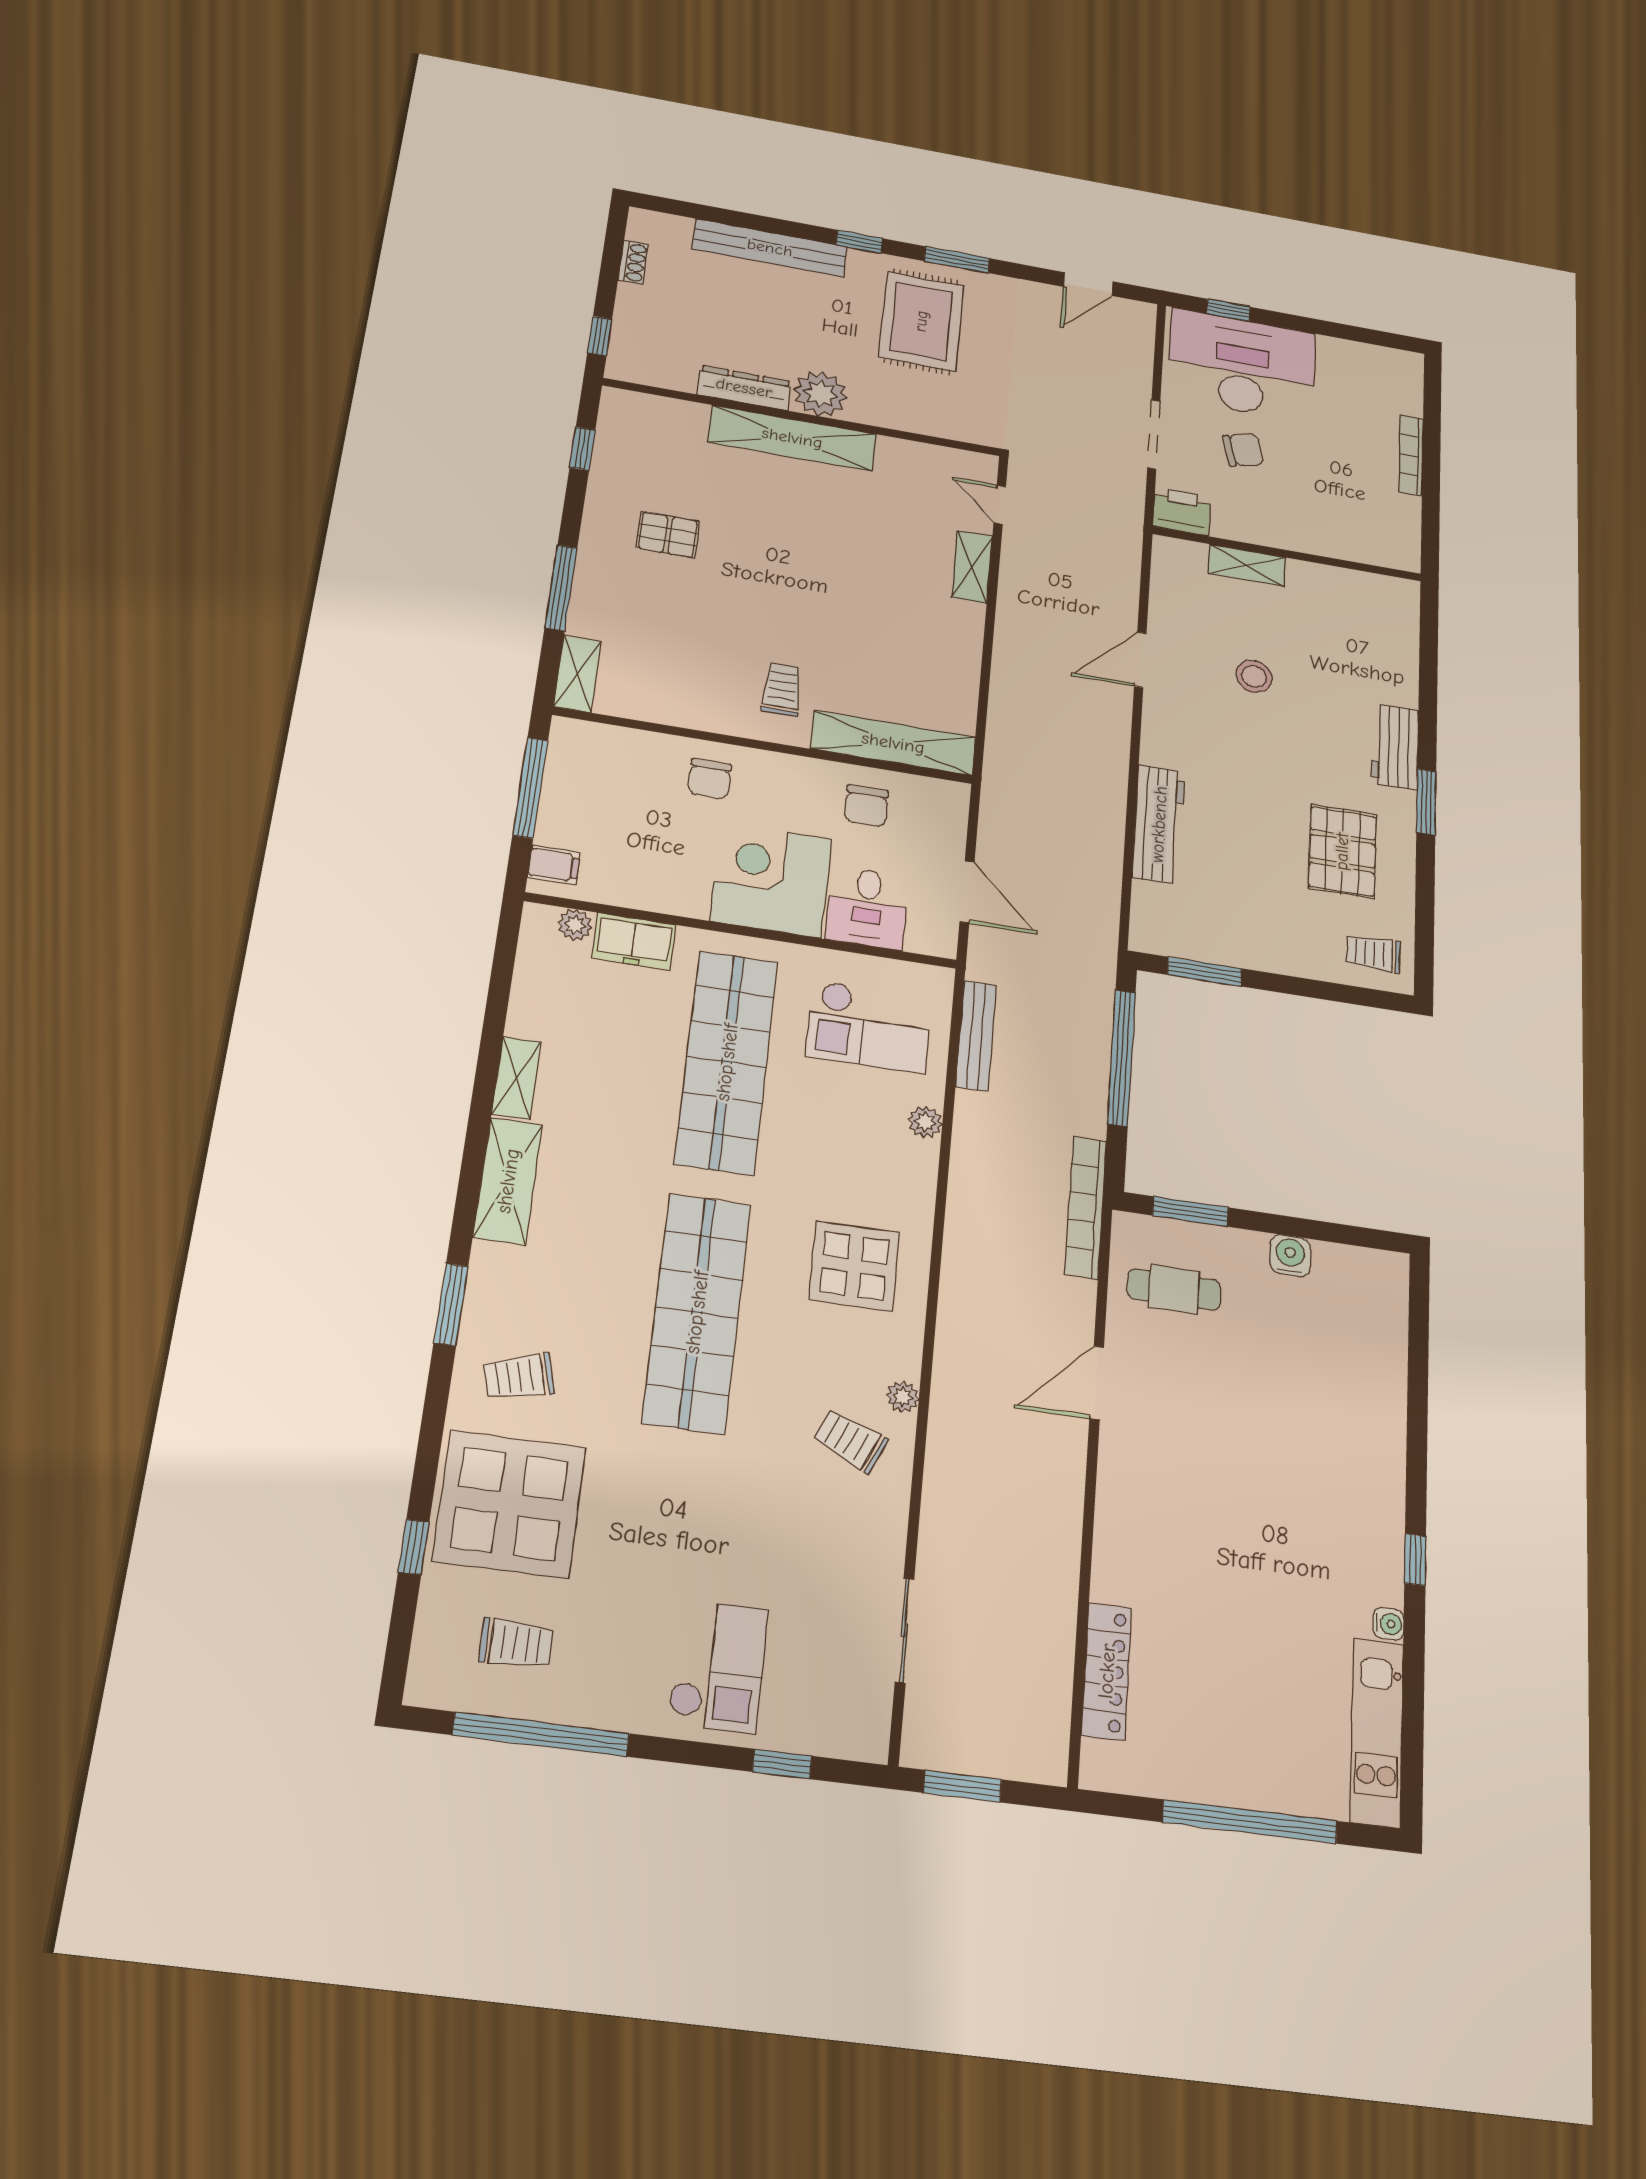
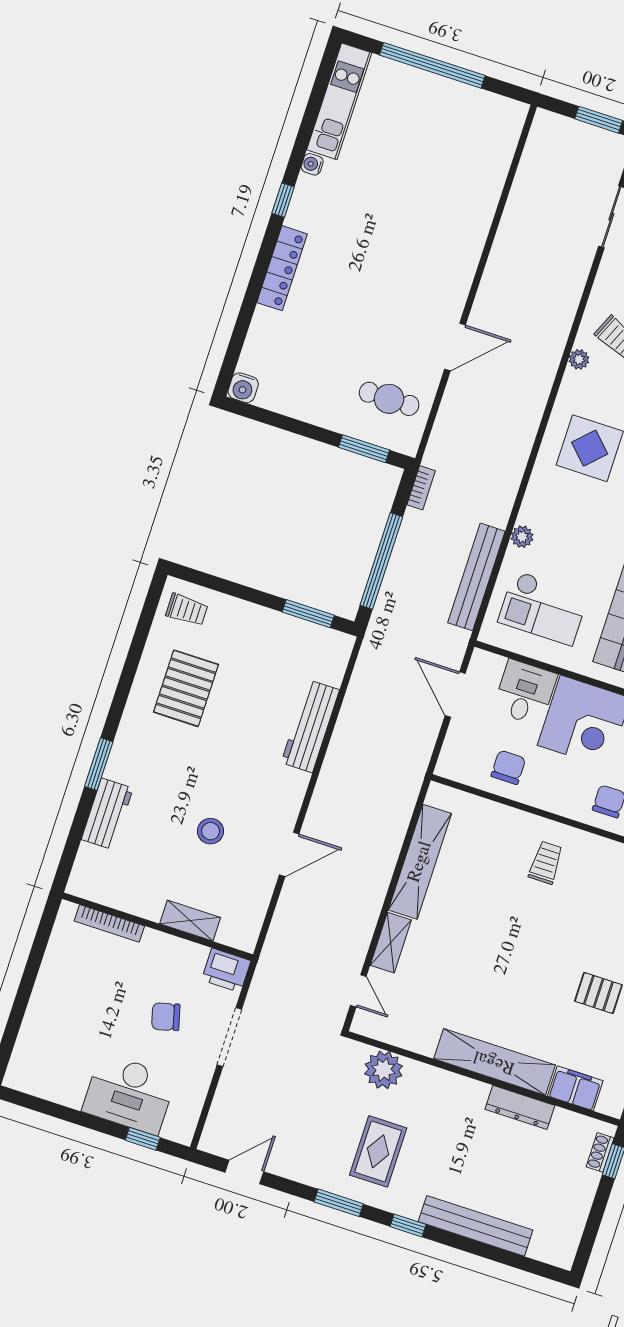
shoe rack: (633, 262) -> (600, 1152), moved
rug: (921, 321) -> (378, 1151), width x0.73, depth x0.70
desk: (1242, 365) -> (129, 1094), width x0.73, depth x0.77
plant: (820, 394) -> (384, 1070), moved
filing cabinet: (673, 417) -> (575, 1088), added
bookcase: (1411, 455) -> (109, 923), moved, turned 90
trolley: (782, 689) -> (546, 863), turned 180
shelving: (893, 743) -> (420, 862), moved, turned 90
workbench: (1395, 746) -> (107, 814), moved
window: (1426, 802) -> (99, 764), moved
checkout: (869, 1027) -> (543, 608), turned 180
bench: (976, 1036) -> (476, 577), width x1.37, depth x1.21
bookcase: (1086, 1207) -> (421, 488), width x0.43, depth x0.76
water cooler: (1290, 1255) -> (243, 388), moved
locker: (1107, 1671) -> (282, 268), moved, turned 180

